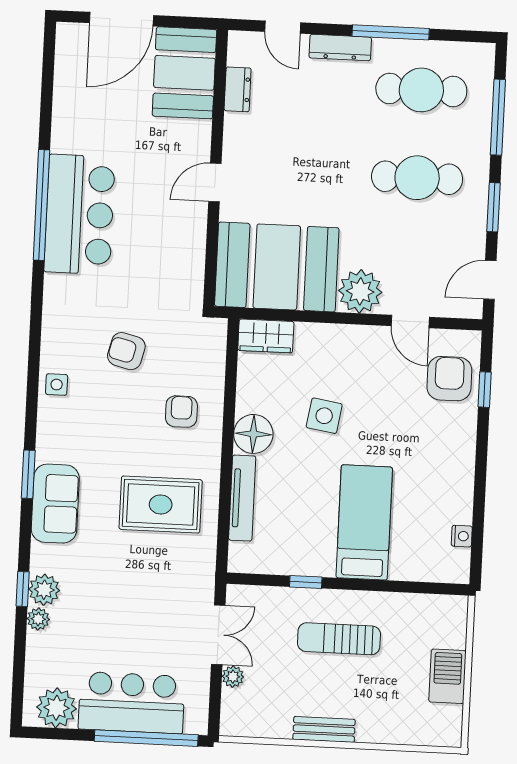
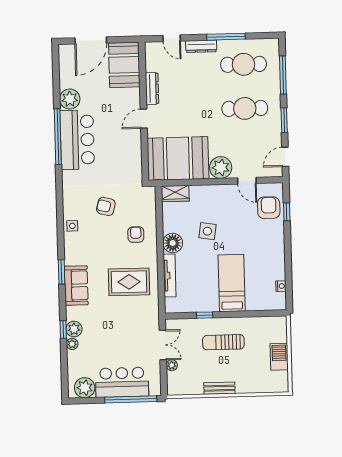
dresser: (238, 89) -> (152, 88), moved, width x1.44
plant: (71, 132) -> (70, 99), added

